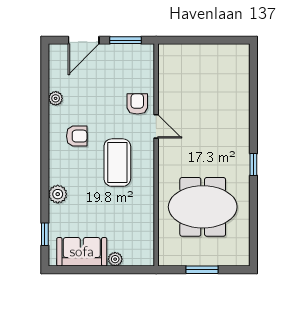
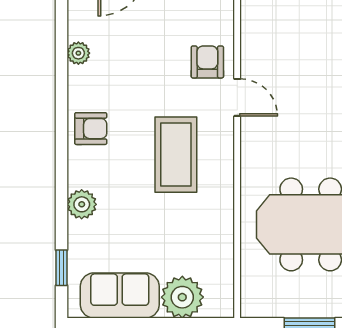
armchair: (77, 136) -> (91, 129), moved
plant: (115, 259) -> (182, 297), width x1.88, depth x1.88

